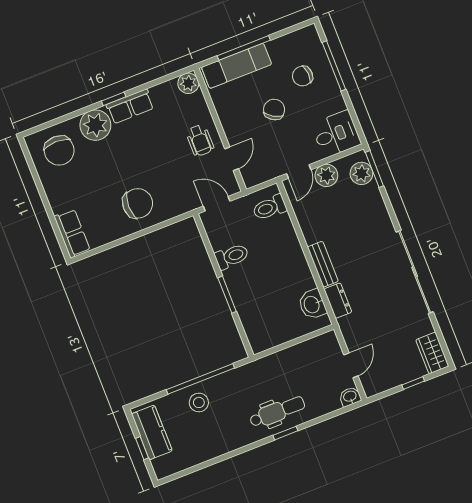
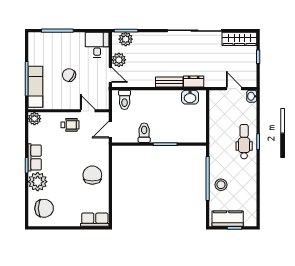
chair: (303, 76) -> (56, 51), removed
wardrobe: (432, 353) -> (239, 39), width x1.50

